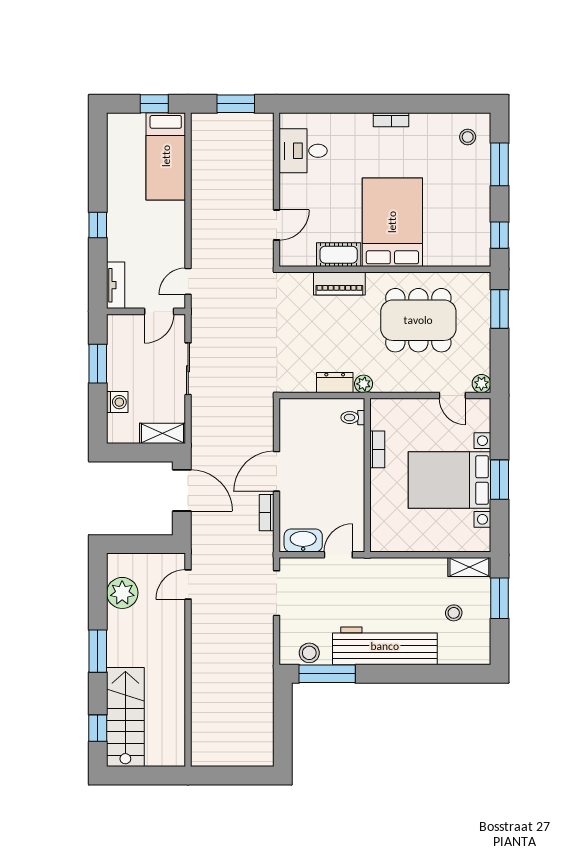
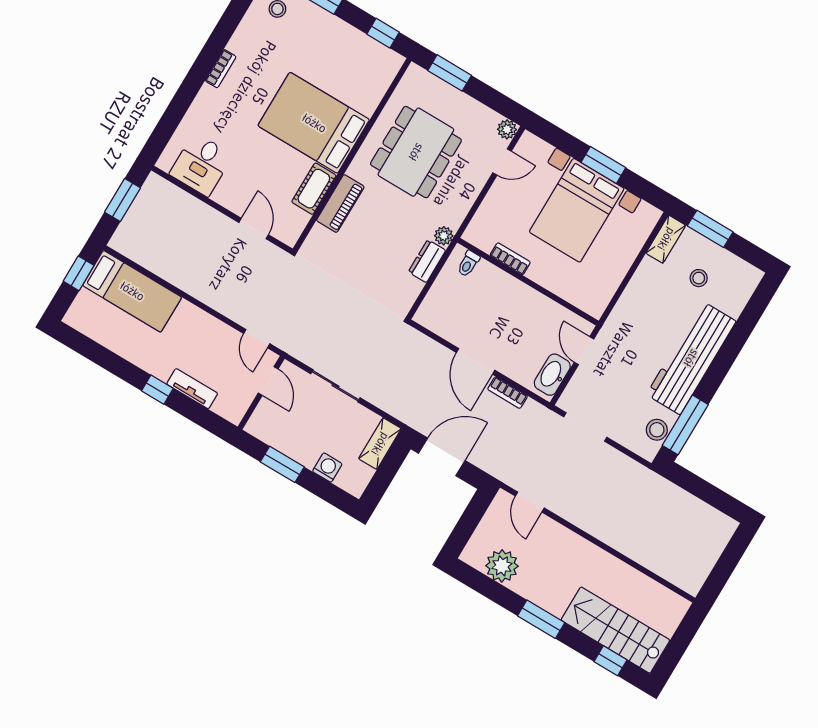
tv unit: (116, 285) -> (192, 389), moved

